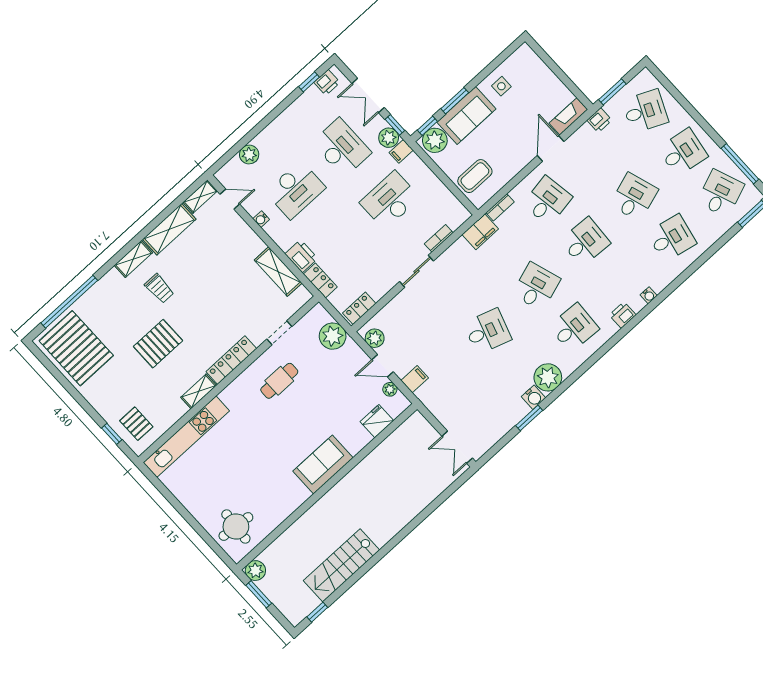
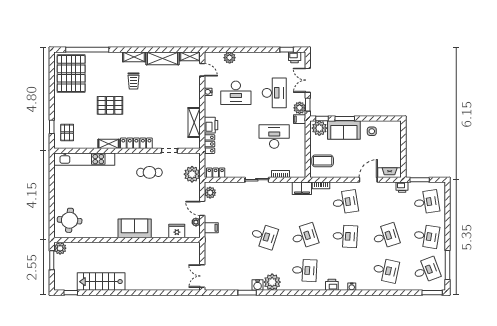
desk: (645, 111) -> (426, 202), turned -33

